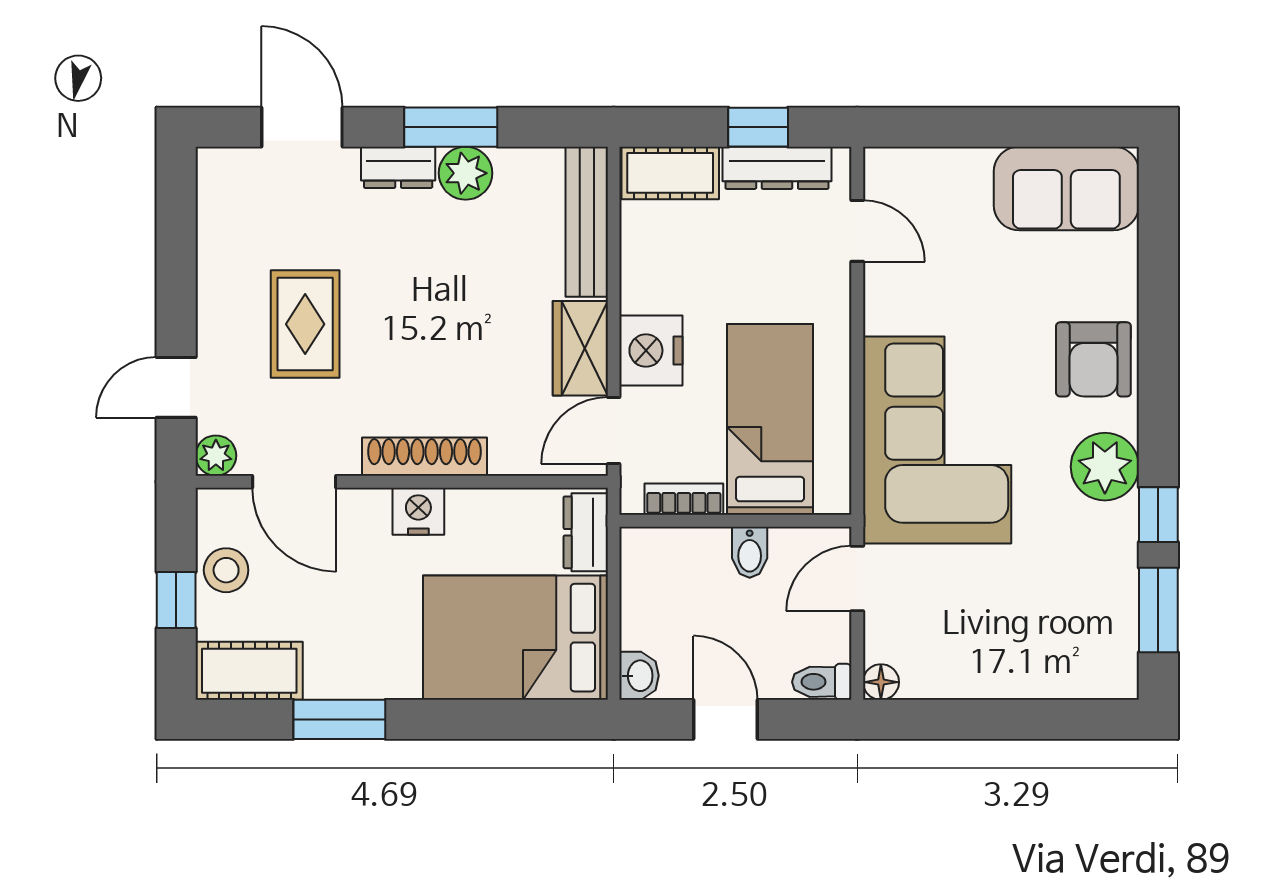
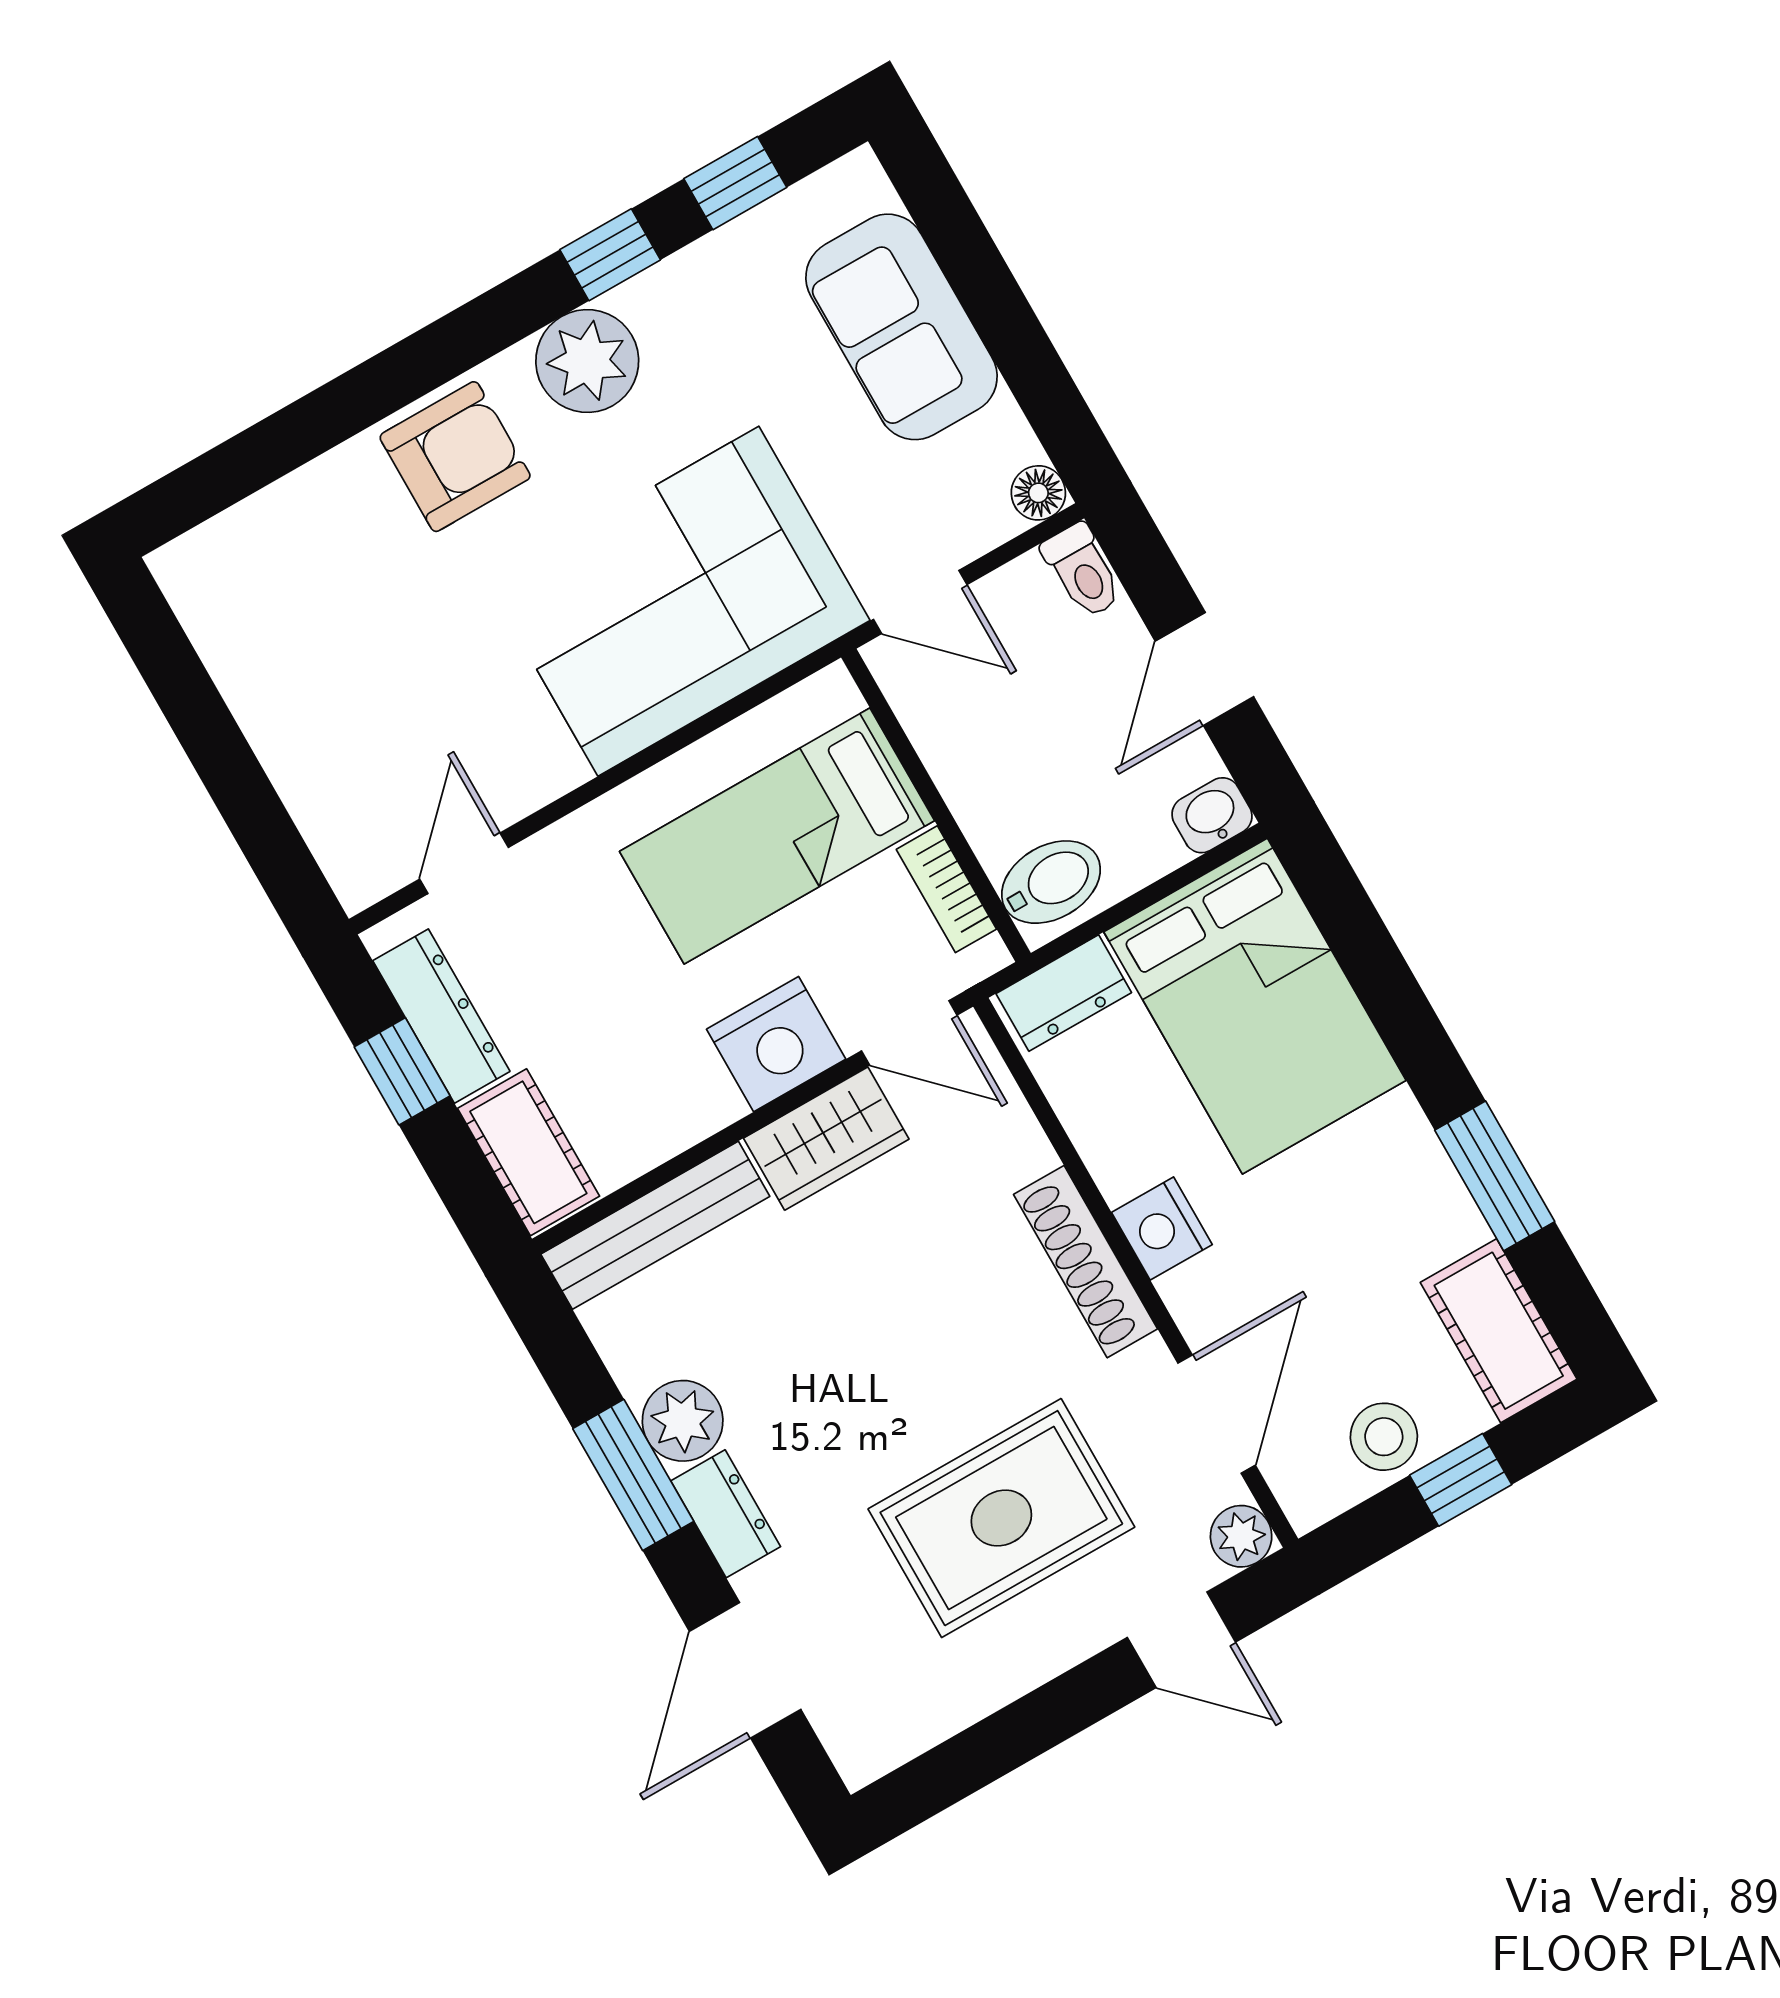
sofa: (1066, 188) -> (902, 327), moved, turned 180
rug: (305, 324) -> (1001, 1518), width x1.36, depth x1.43
bidet: (750, 552) -> (1051, 882), moved, width x1.38, depth x1.36
window: (1158, 610) -> (735, 183), width x0.67

